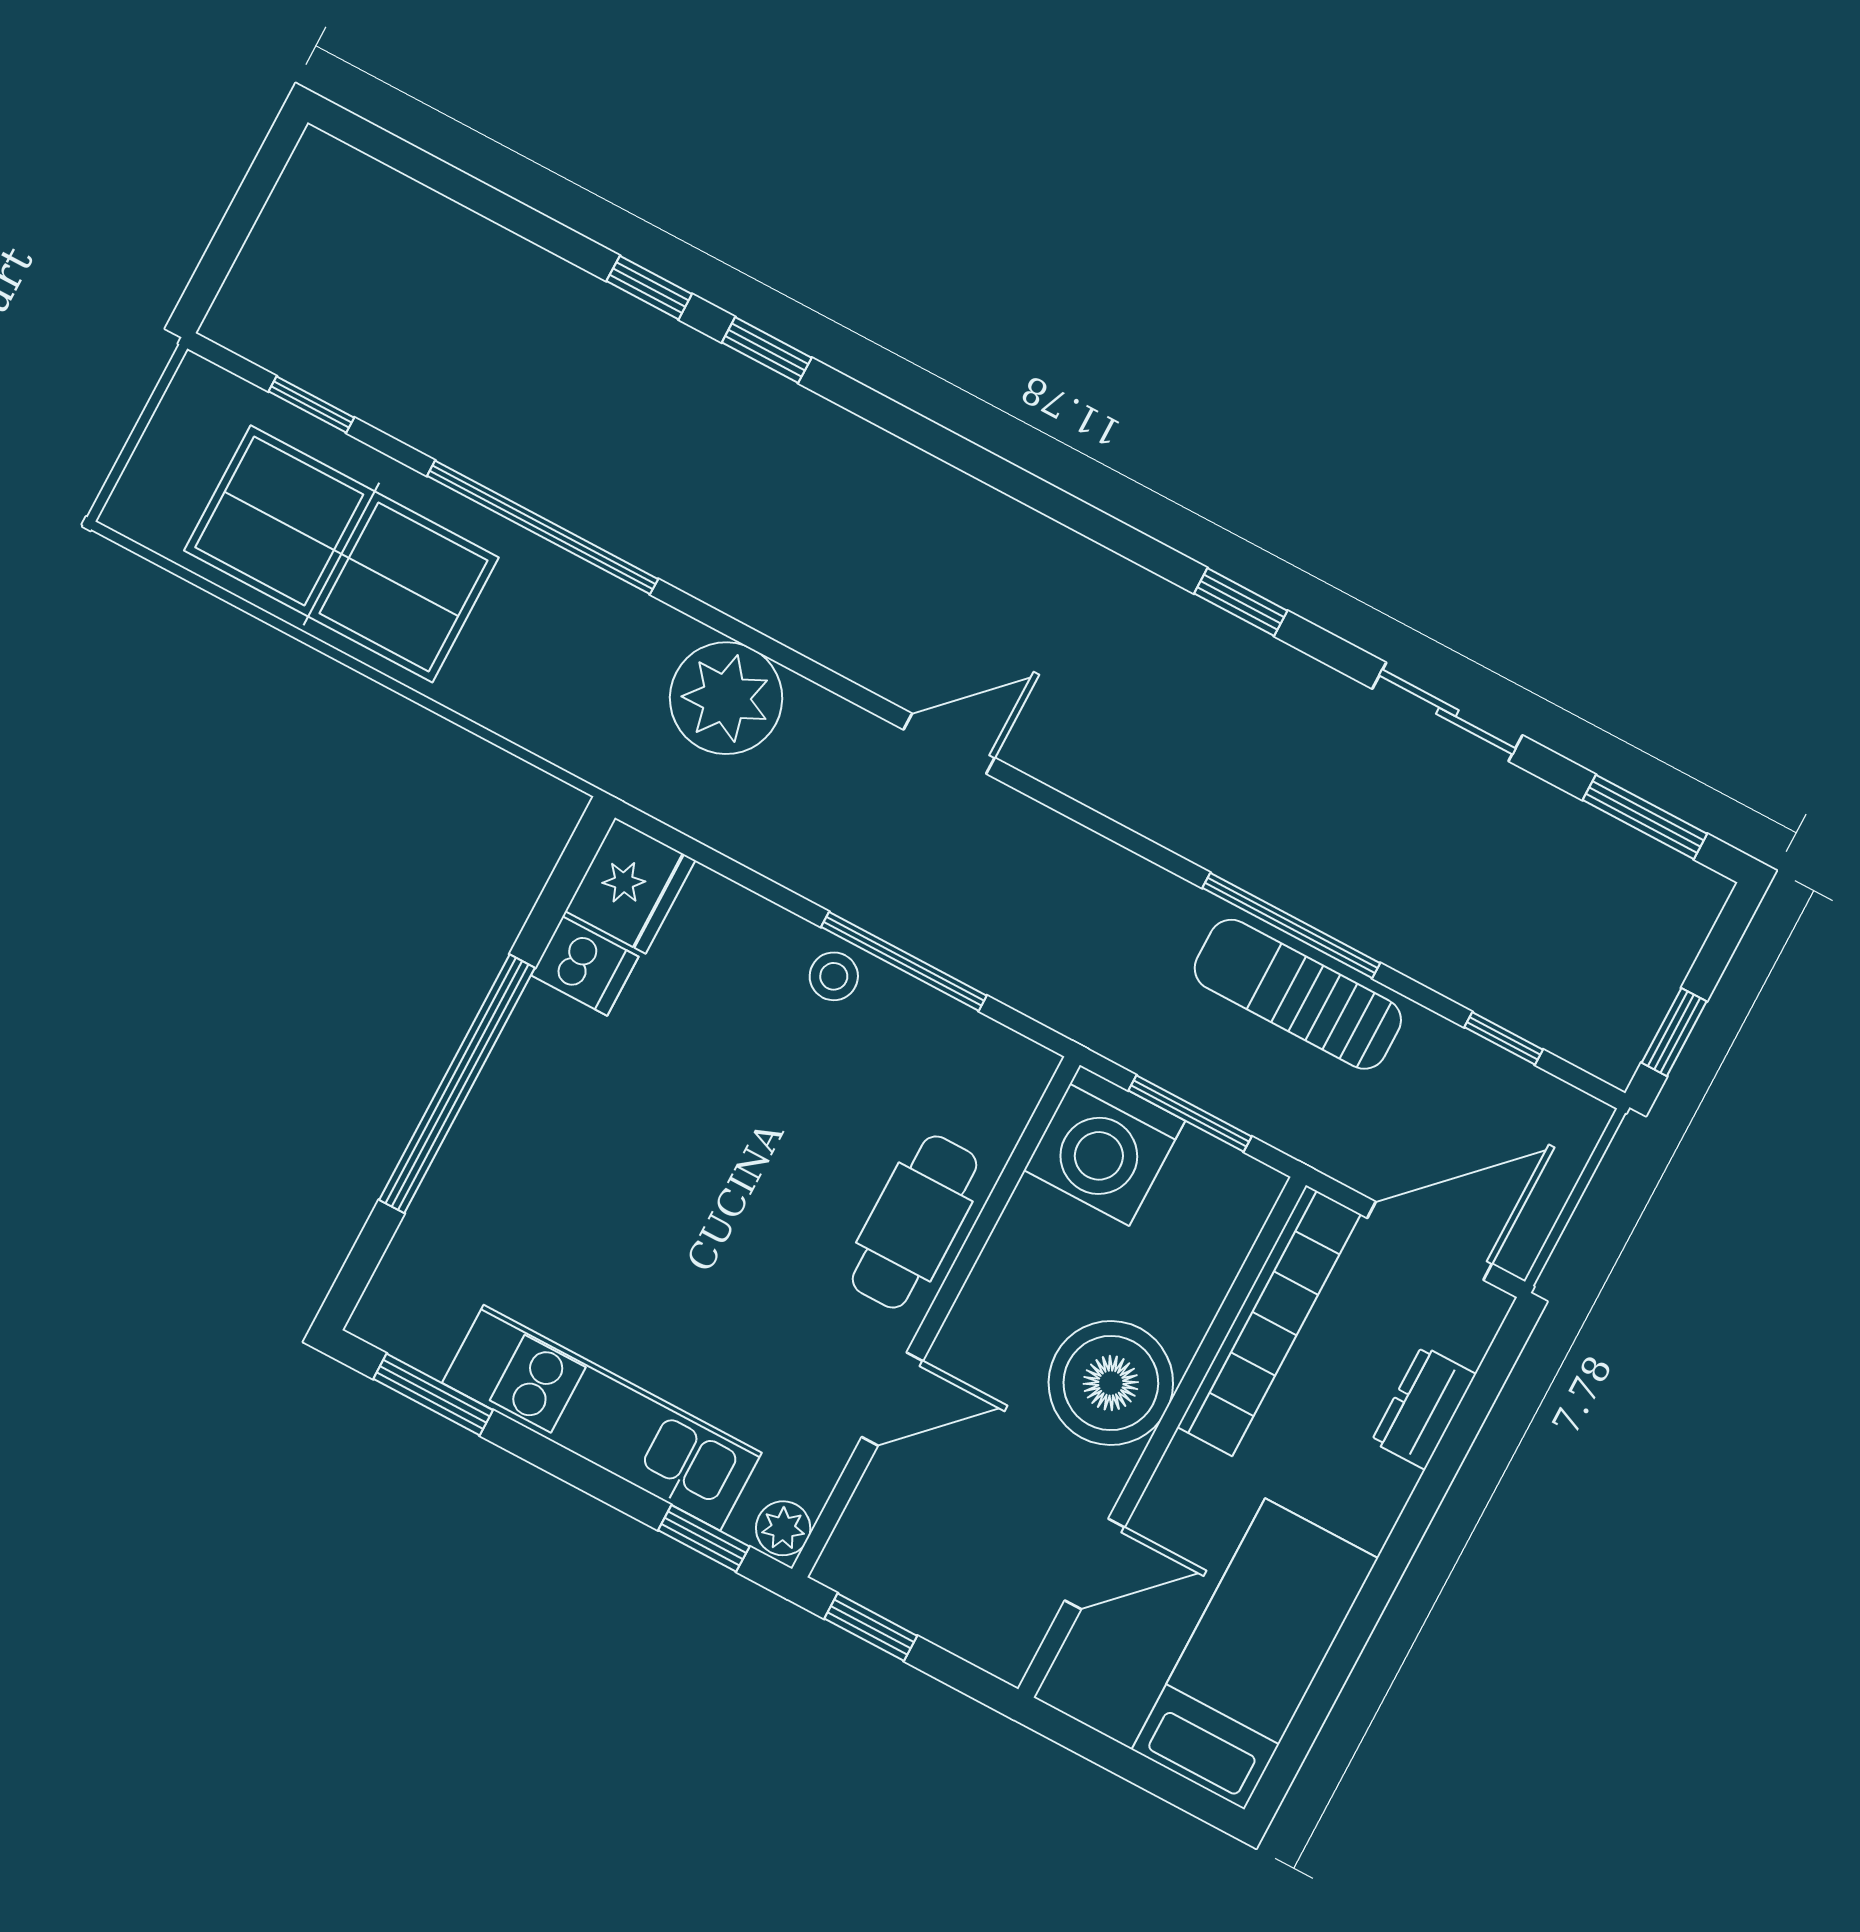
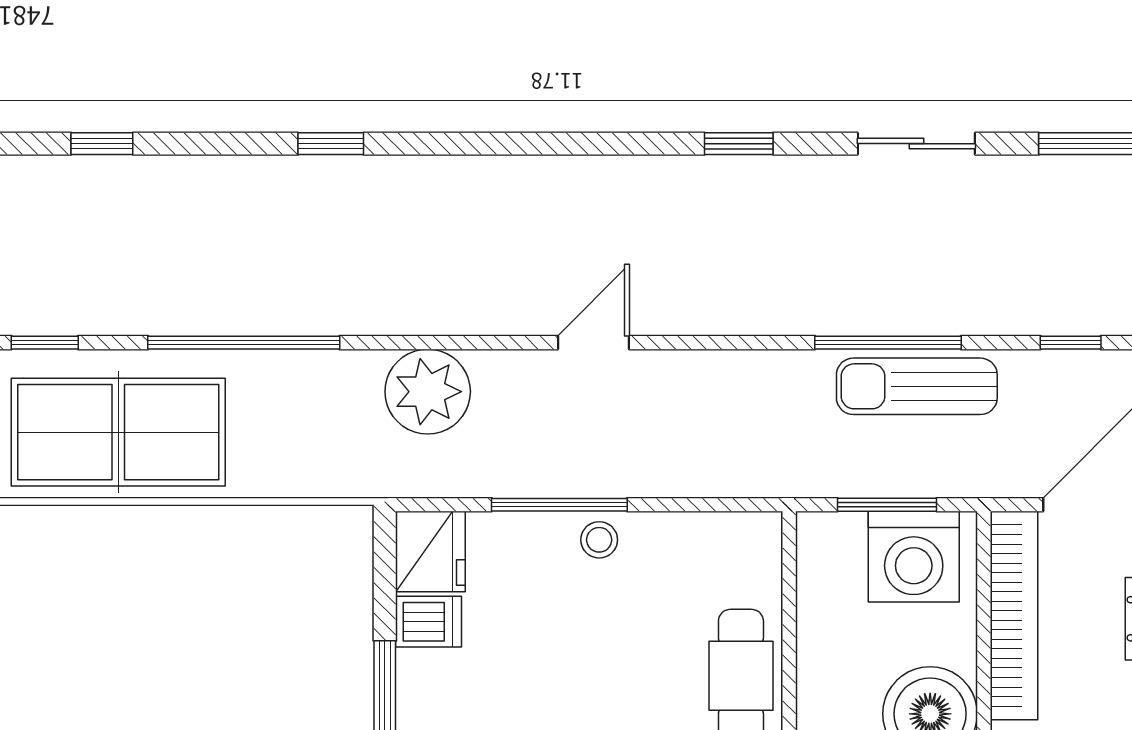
window: (649, 288) -> (102, 144), moved
window: (904, 961) -> (559, 505), moved
washing machine: (1104, 1145) -> (914, 557), moved

